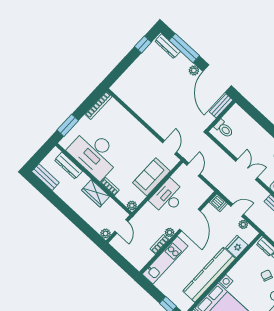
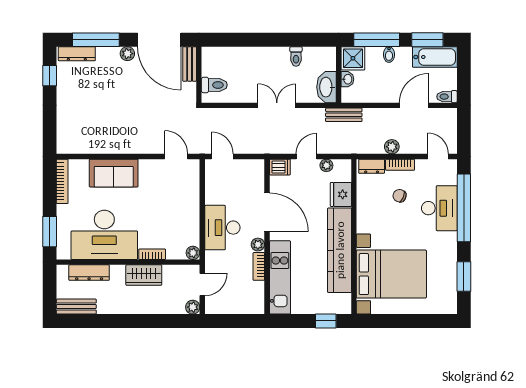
sofa: (151, 177) -> (114, 173), moved, turned -90
desk: (168, 197) -> (222, 228), moved
door: (121, 226) -> (202, 285), hinge flipped

